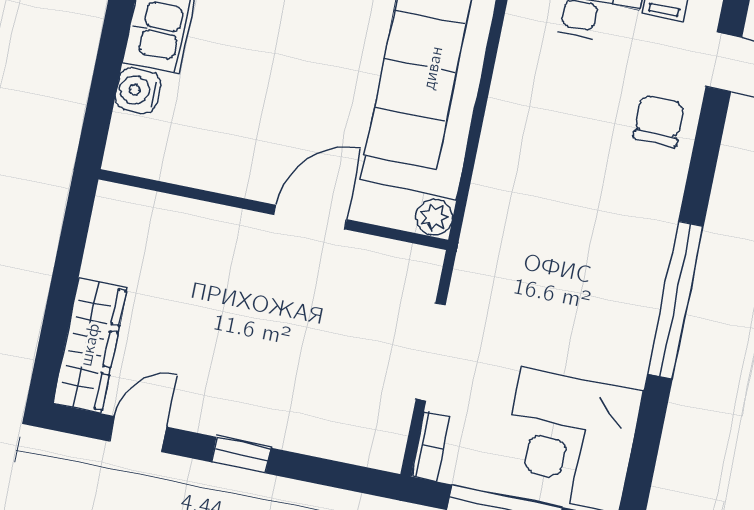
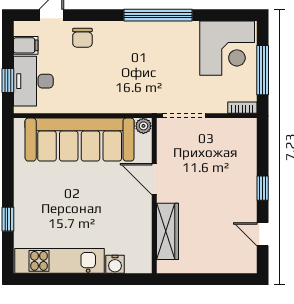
chair: (659, 121) -> (82, 38), turned -90
wardrobe: (90, 345) -> (167, 231), moved, turned 90
doorway: (431, 352) -> (184, 116), moved

